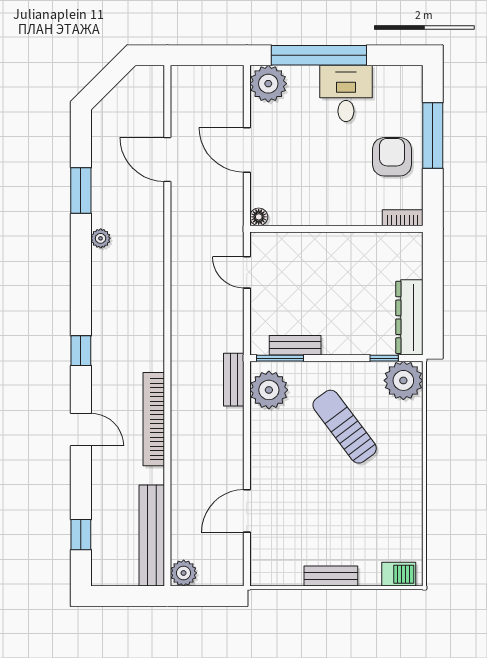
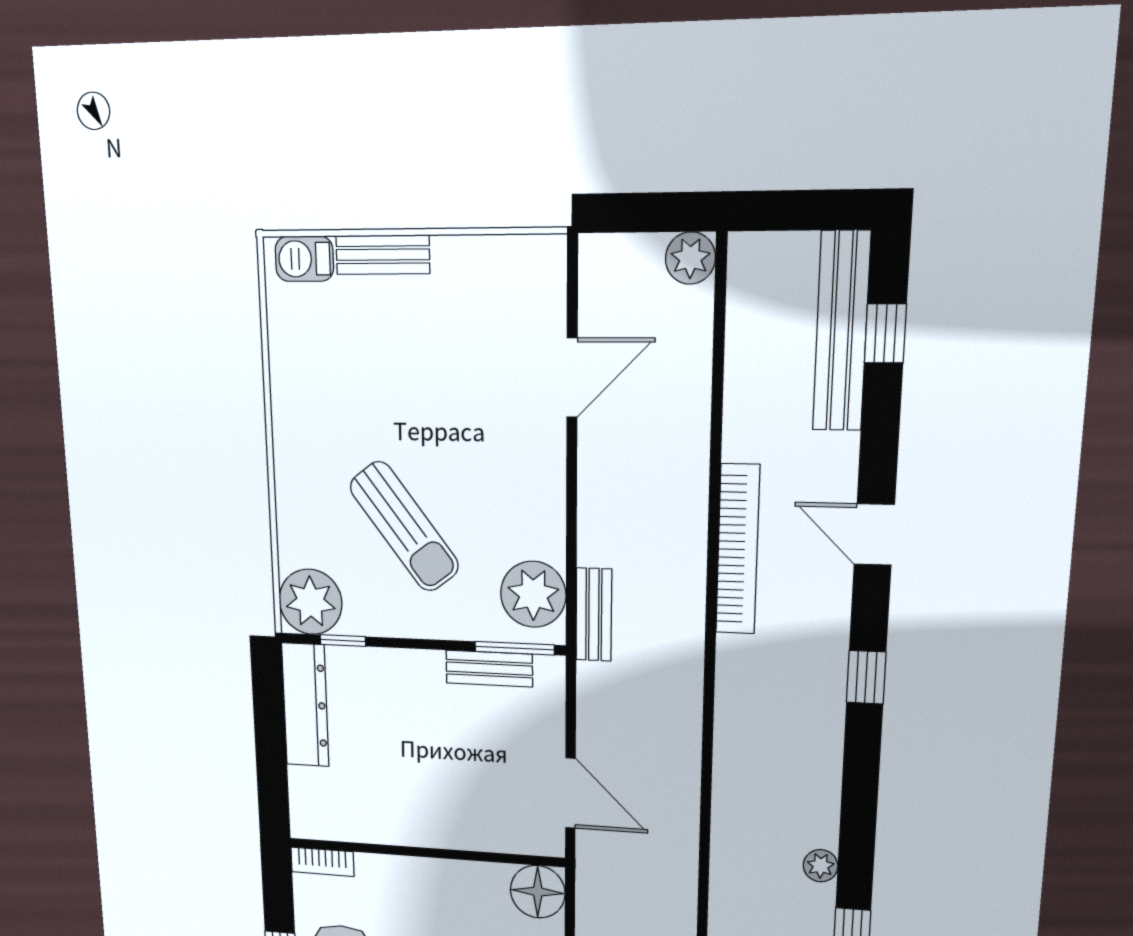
floor lamp: (259, 217) -> (538, 892), width x1.89, depth x1.89
door: (247, 272) -> (570, 793), width x1.38
bench: (152, 536) -> (841, 332), moved
bench: (331, 576) -> (383, 255), moved

